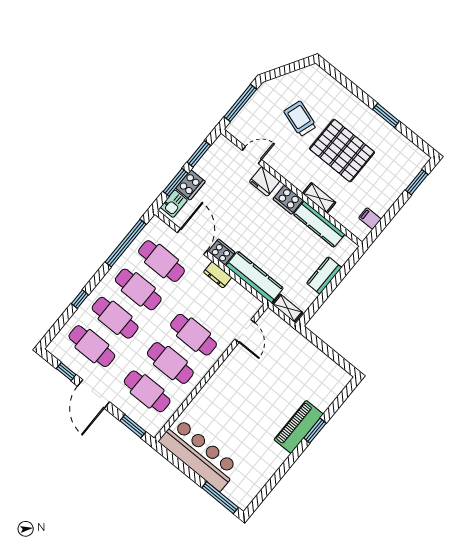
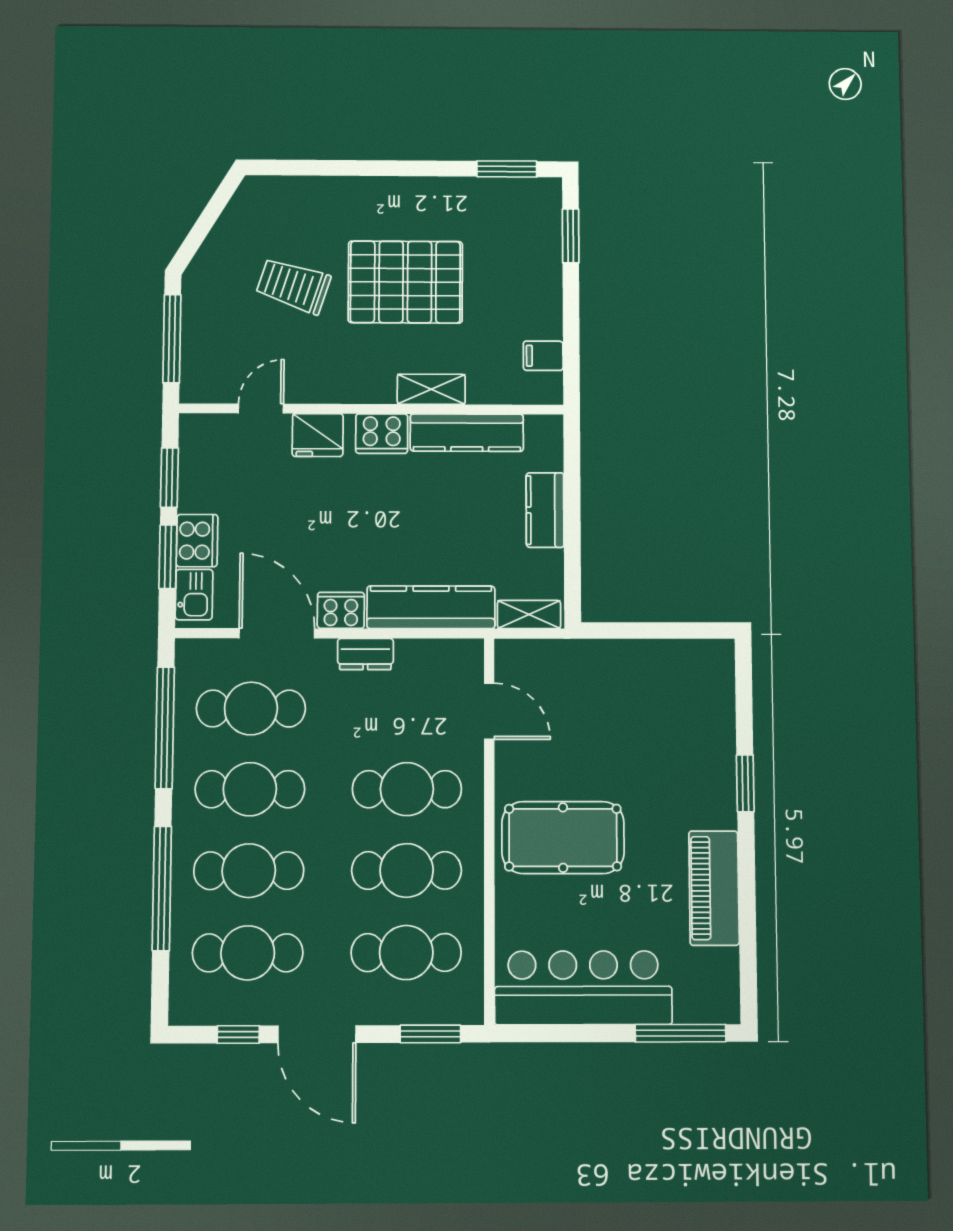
window: (386, 115) -> (507, 169), moved
window: (80, 299) -> (162, 888), width x3.17
pool table: (235, 397) -> (563, 838), added
piano: (299, 427) -> (714, 888), moved

